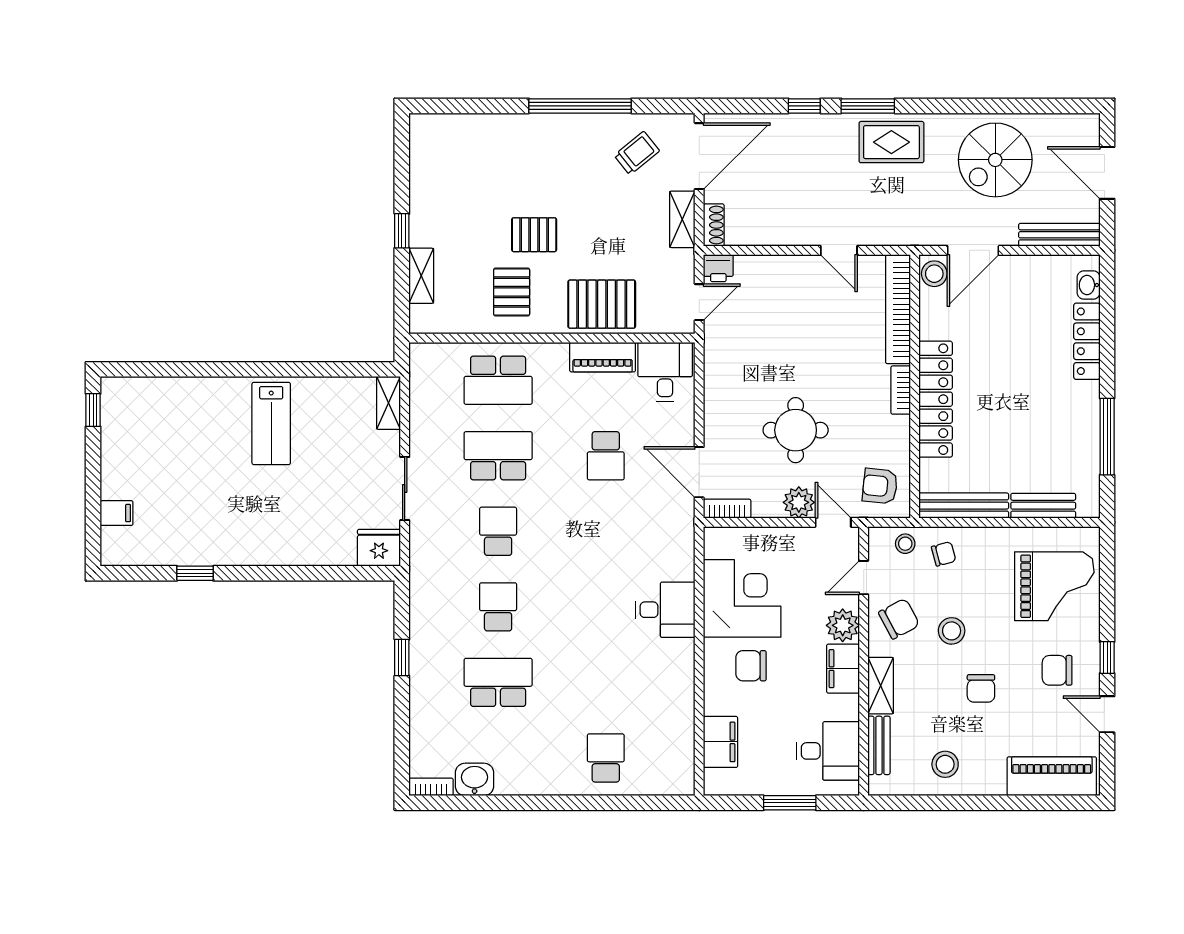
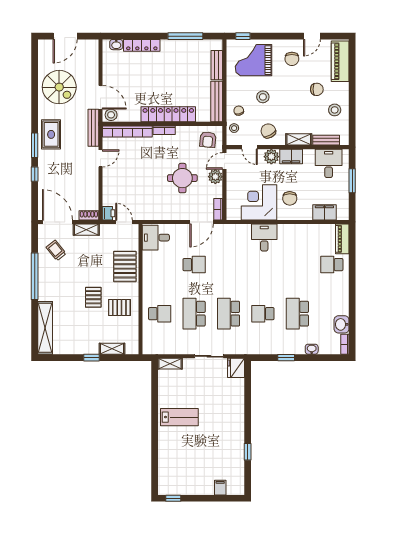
shelving: (467, 129) -> (45, 328), added
bench: (1059, 235) -> (93, 128), moved
piano: (603, 357) -> (342, 239), moved, turned 180
school desk: (498, 380) -> (160, 314), width x0.54
school desk: (498, 531) -> (228, 314), width x1.85
grand piano: (1054, 586) -> (254, 60), turned -90
stool: (952, 631) -> (263, 97), moved
window: (1107, 657) -> (243, 36), moved
chair: (981, 688) -> (317, 89), moved
washbasin: (420, 714) -> (312, 349), added

